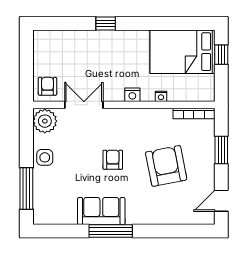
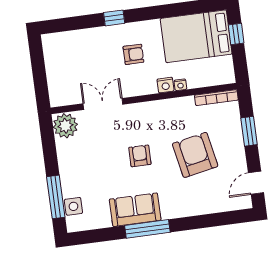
armchair: (48, 86) -> (133, 54), moved, turned 90
nightstand: (132, 95) -> (165, 85), moved
side table: (45, 157) -> (73, 206), moved

